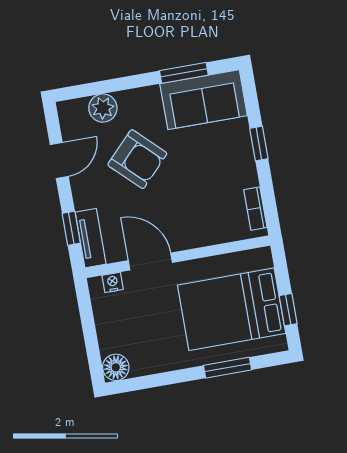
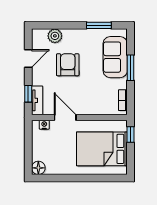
sofa: (204, 100) -> (115, 57), moved, turned 90
window: (259, 144) -> (130, 68), width x1.50
armchair: (137, 159) -> (68, 65), turned -134
window: (288, 310) -> (130, 134), moved
window: (227, 368) -> (95, 178), removed

